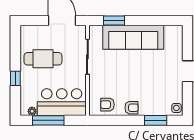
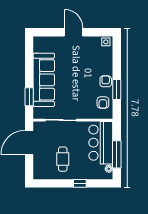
cafe table: (43, 59) -> (63, 159), width x0.73, depth x0.74
window: (156, 120) -> (117, 89), moved

